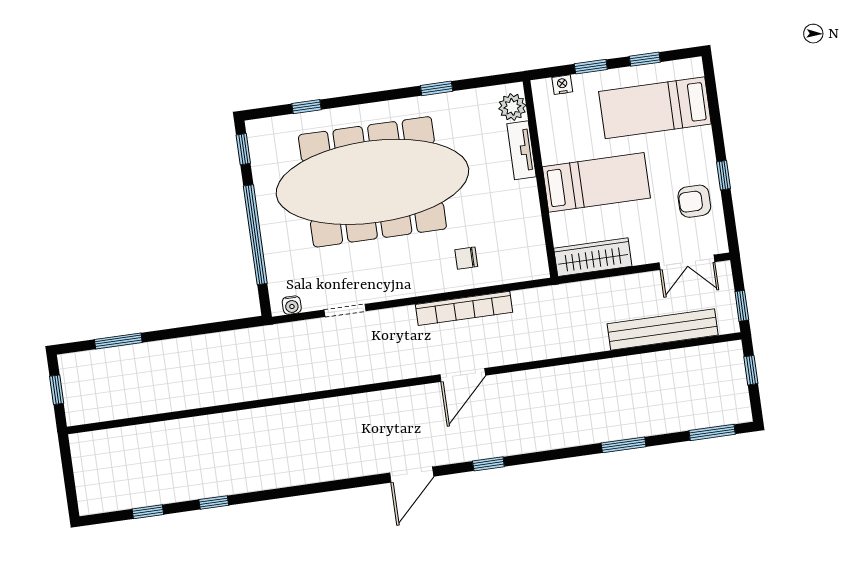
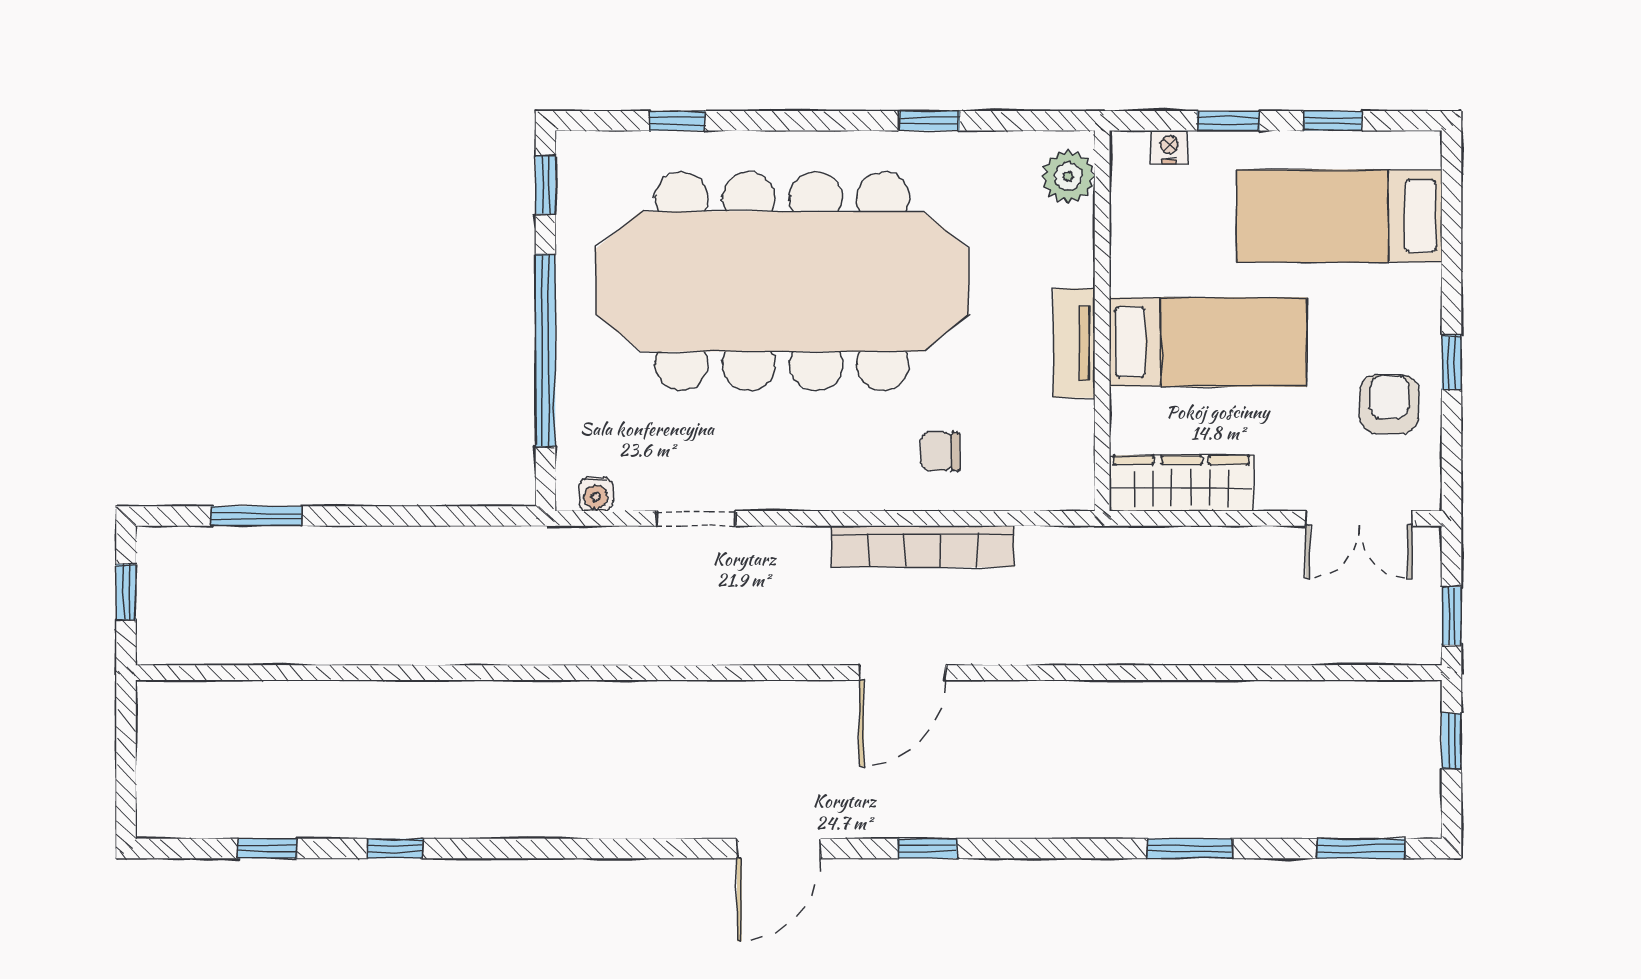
tv unit: (521, 150) -> (1074, 343), moved
armchair: (694, 201) -> (1389, 404), turned 90
bench: (663, 329) -> (1295, 640), removed

